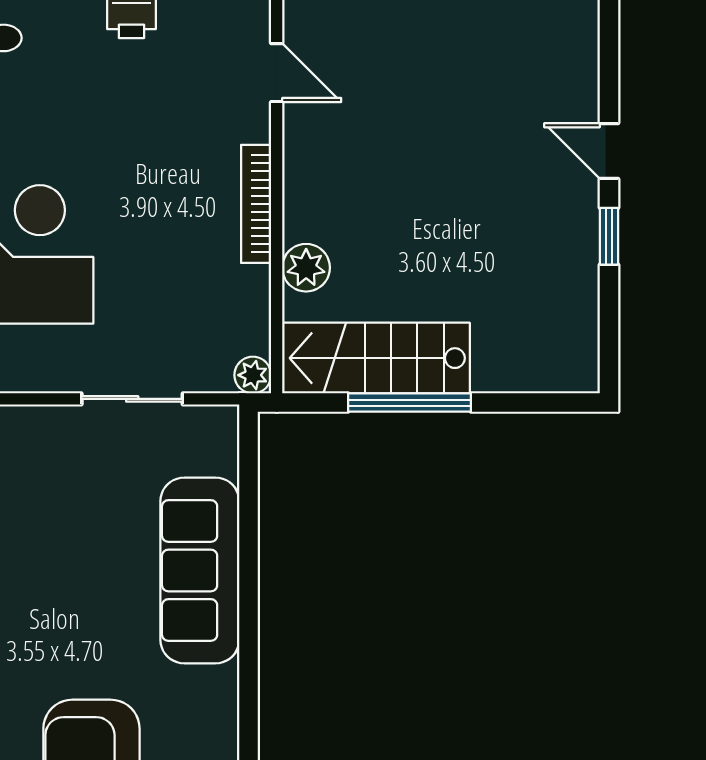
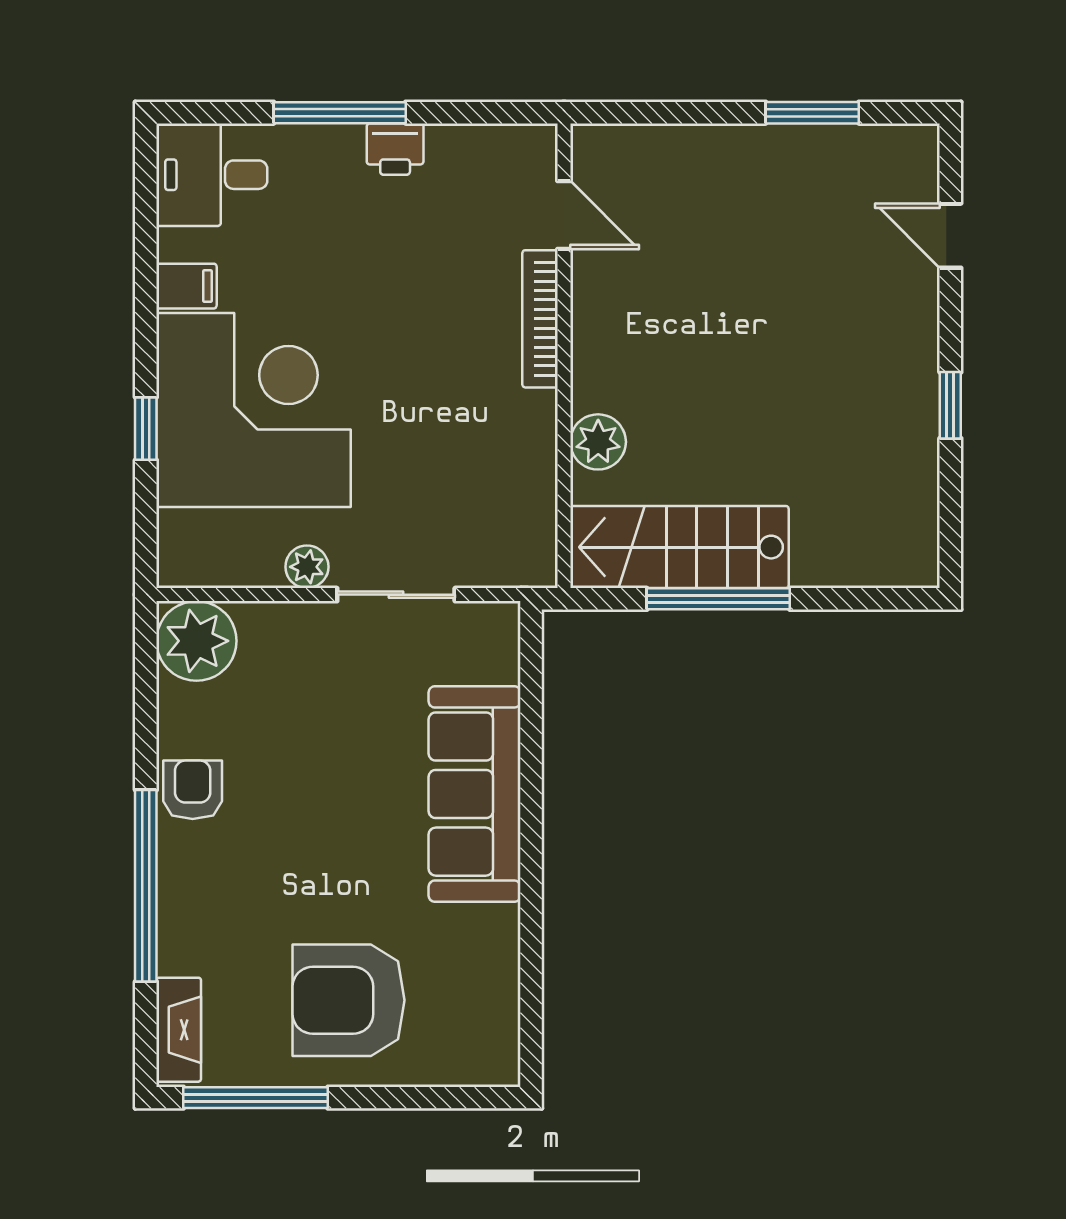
door: (609, 151) -> (950, 236), moved
bookcase: (256, 204) -> (540, 319), moved
plant: (253, 375) -> (307, 567), moved

